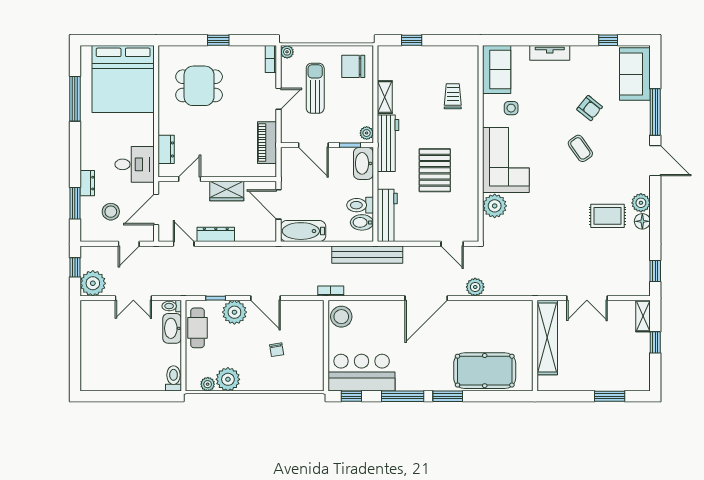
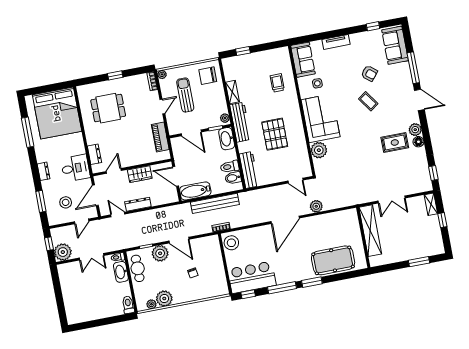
dresser: (87, 183) -> (44, 171), moved
bench: (367, 255) -> (215, 203), moved

